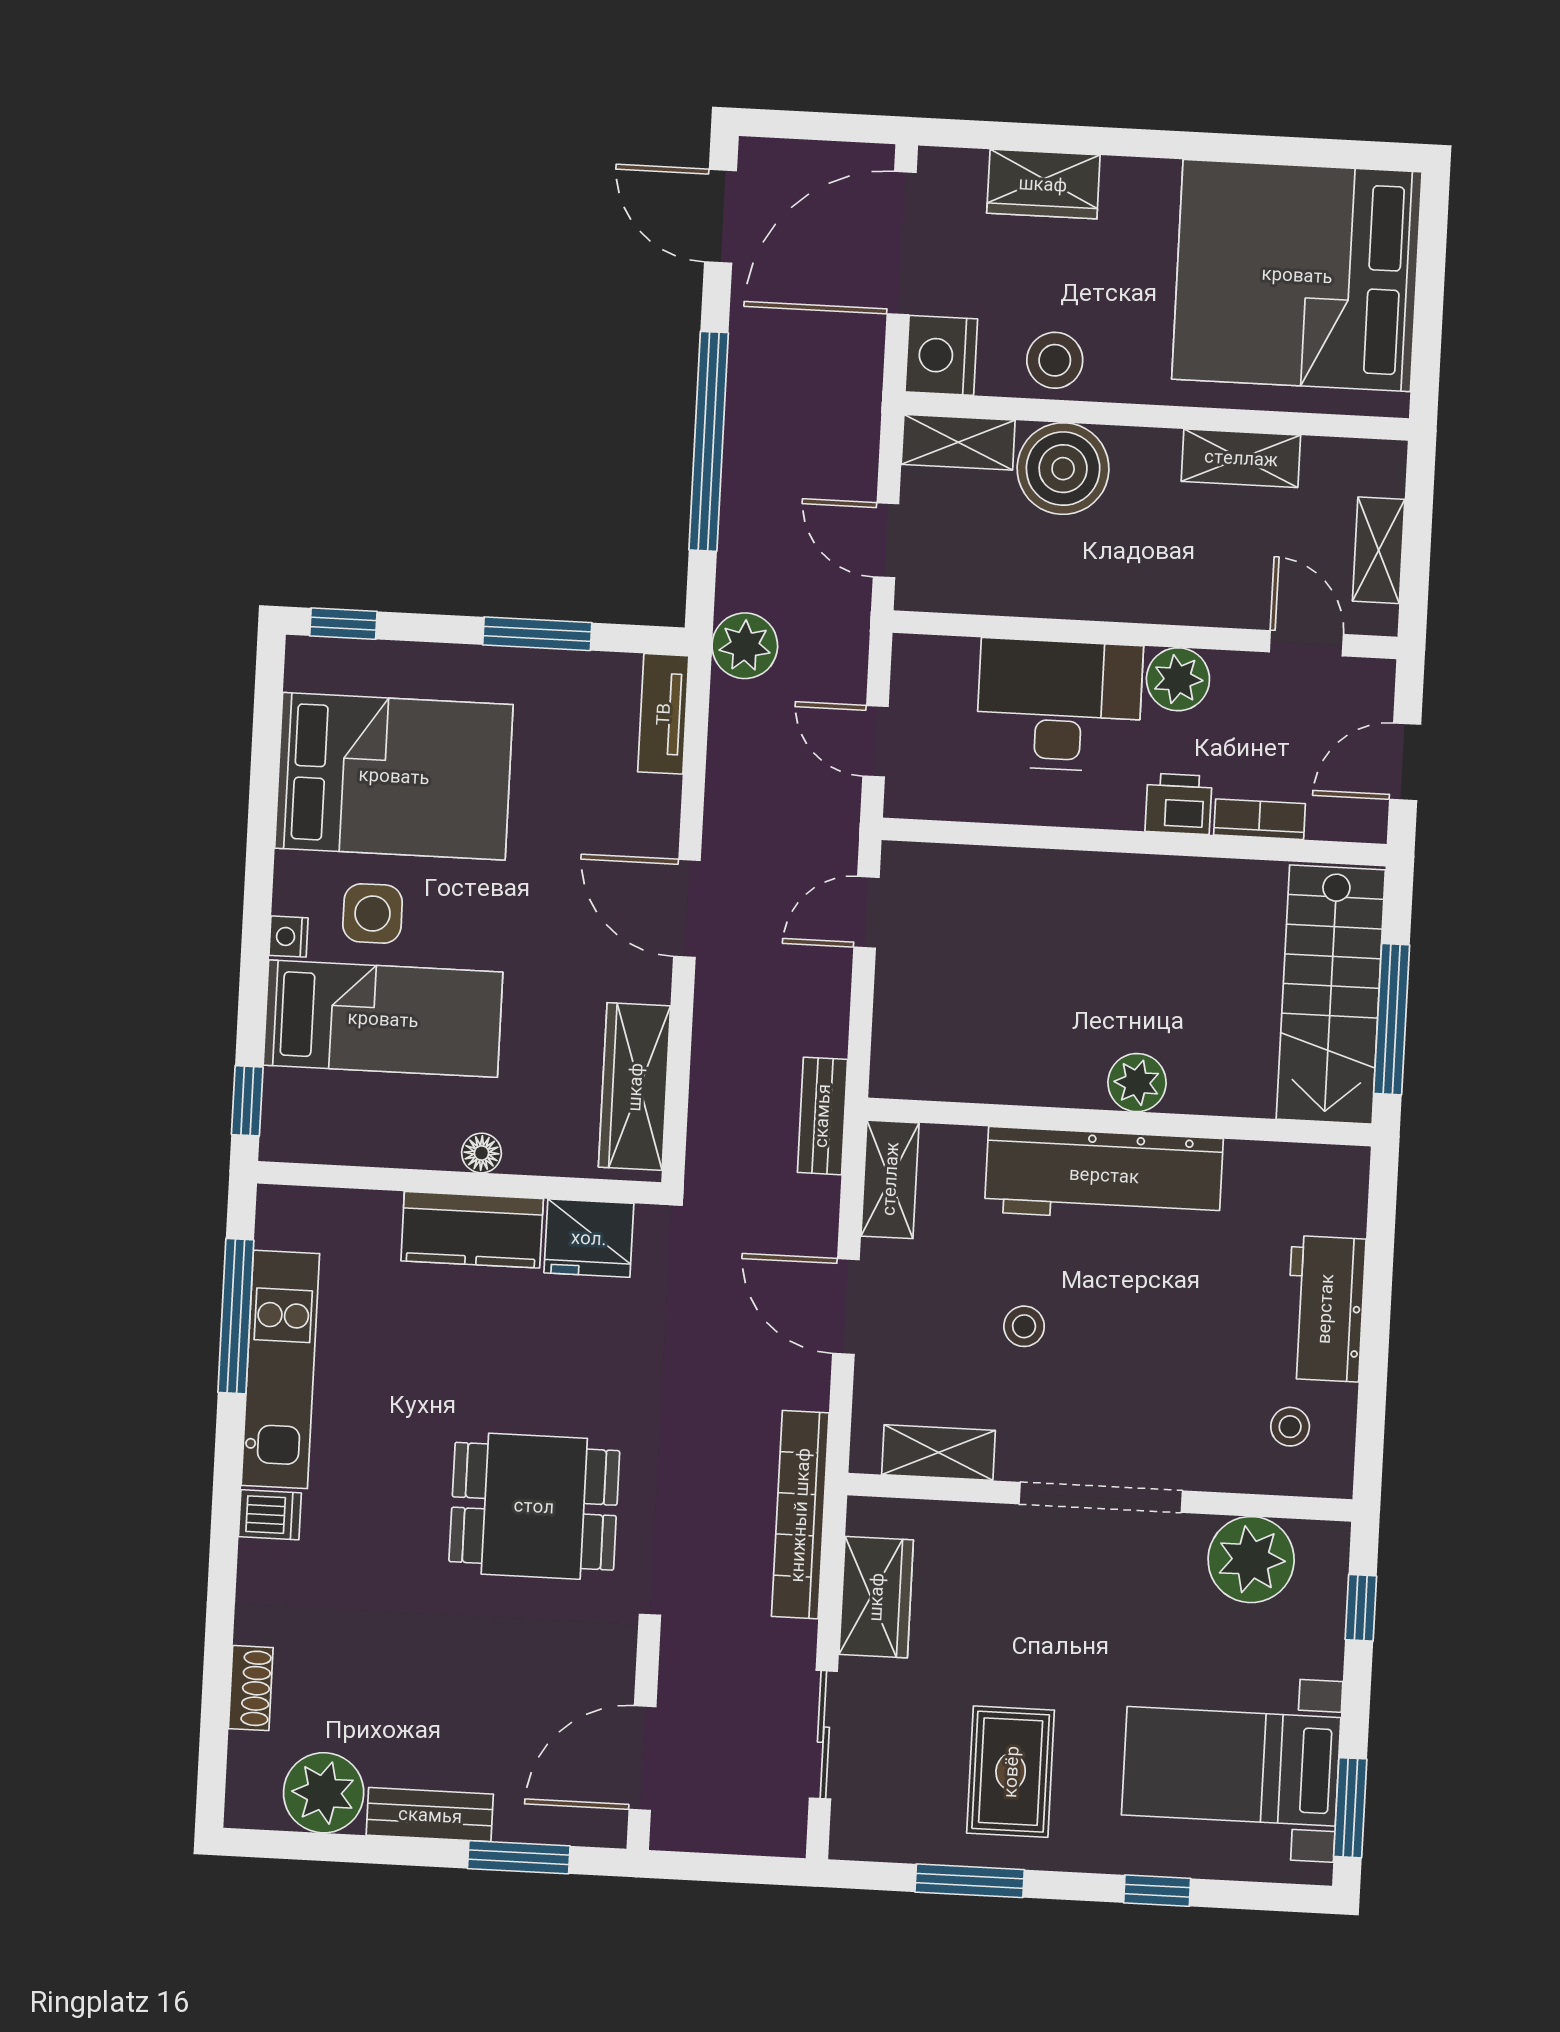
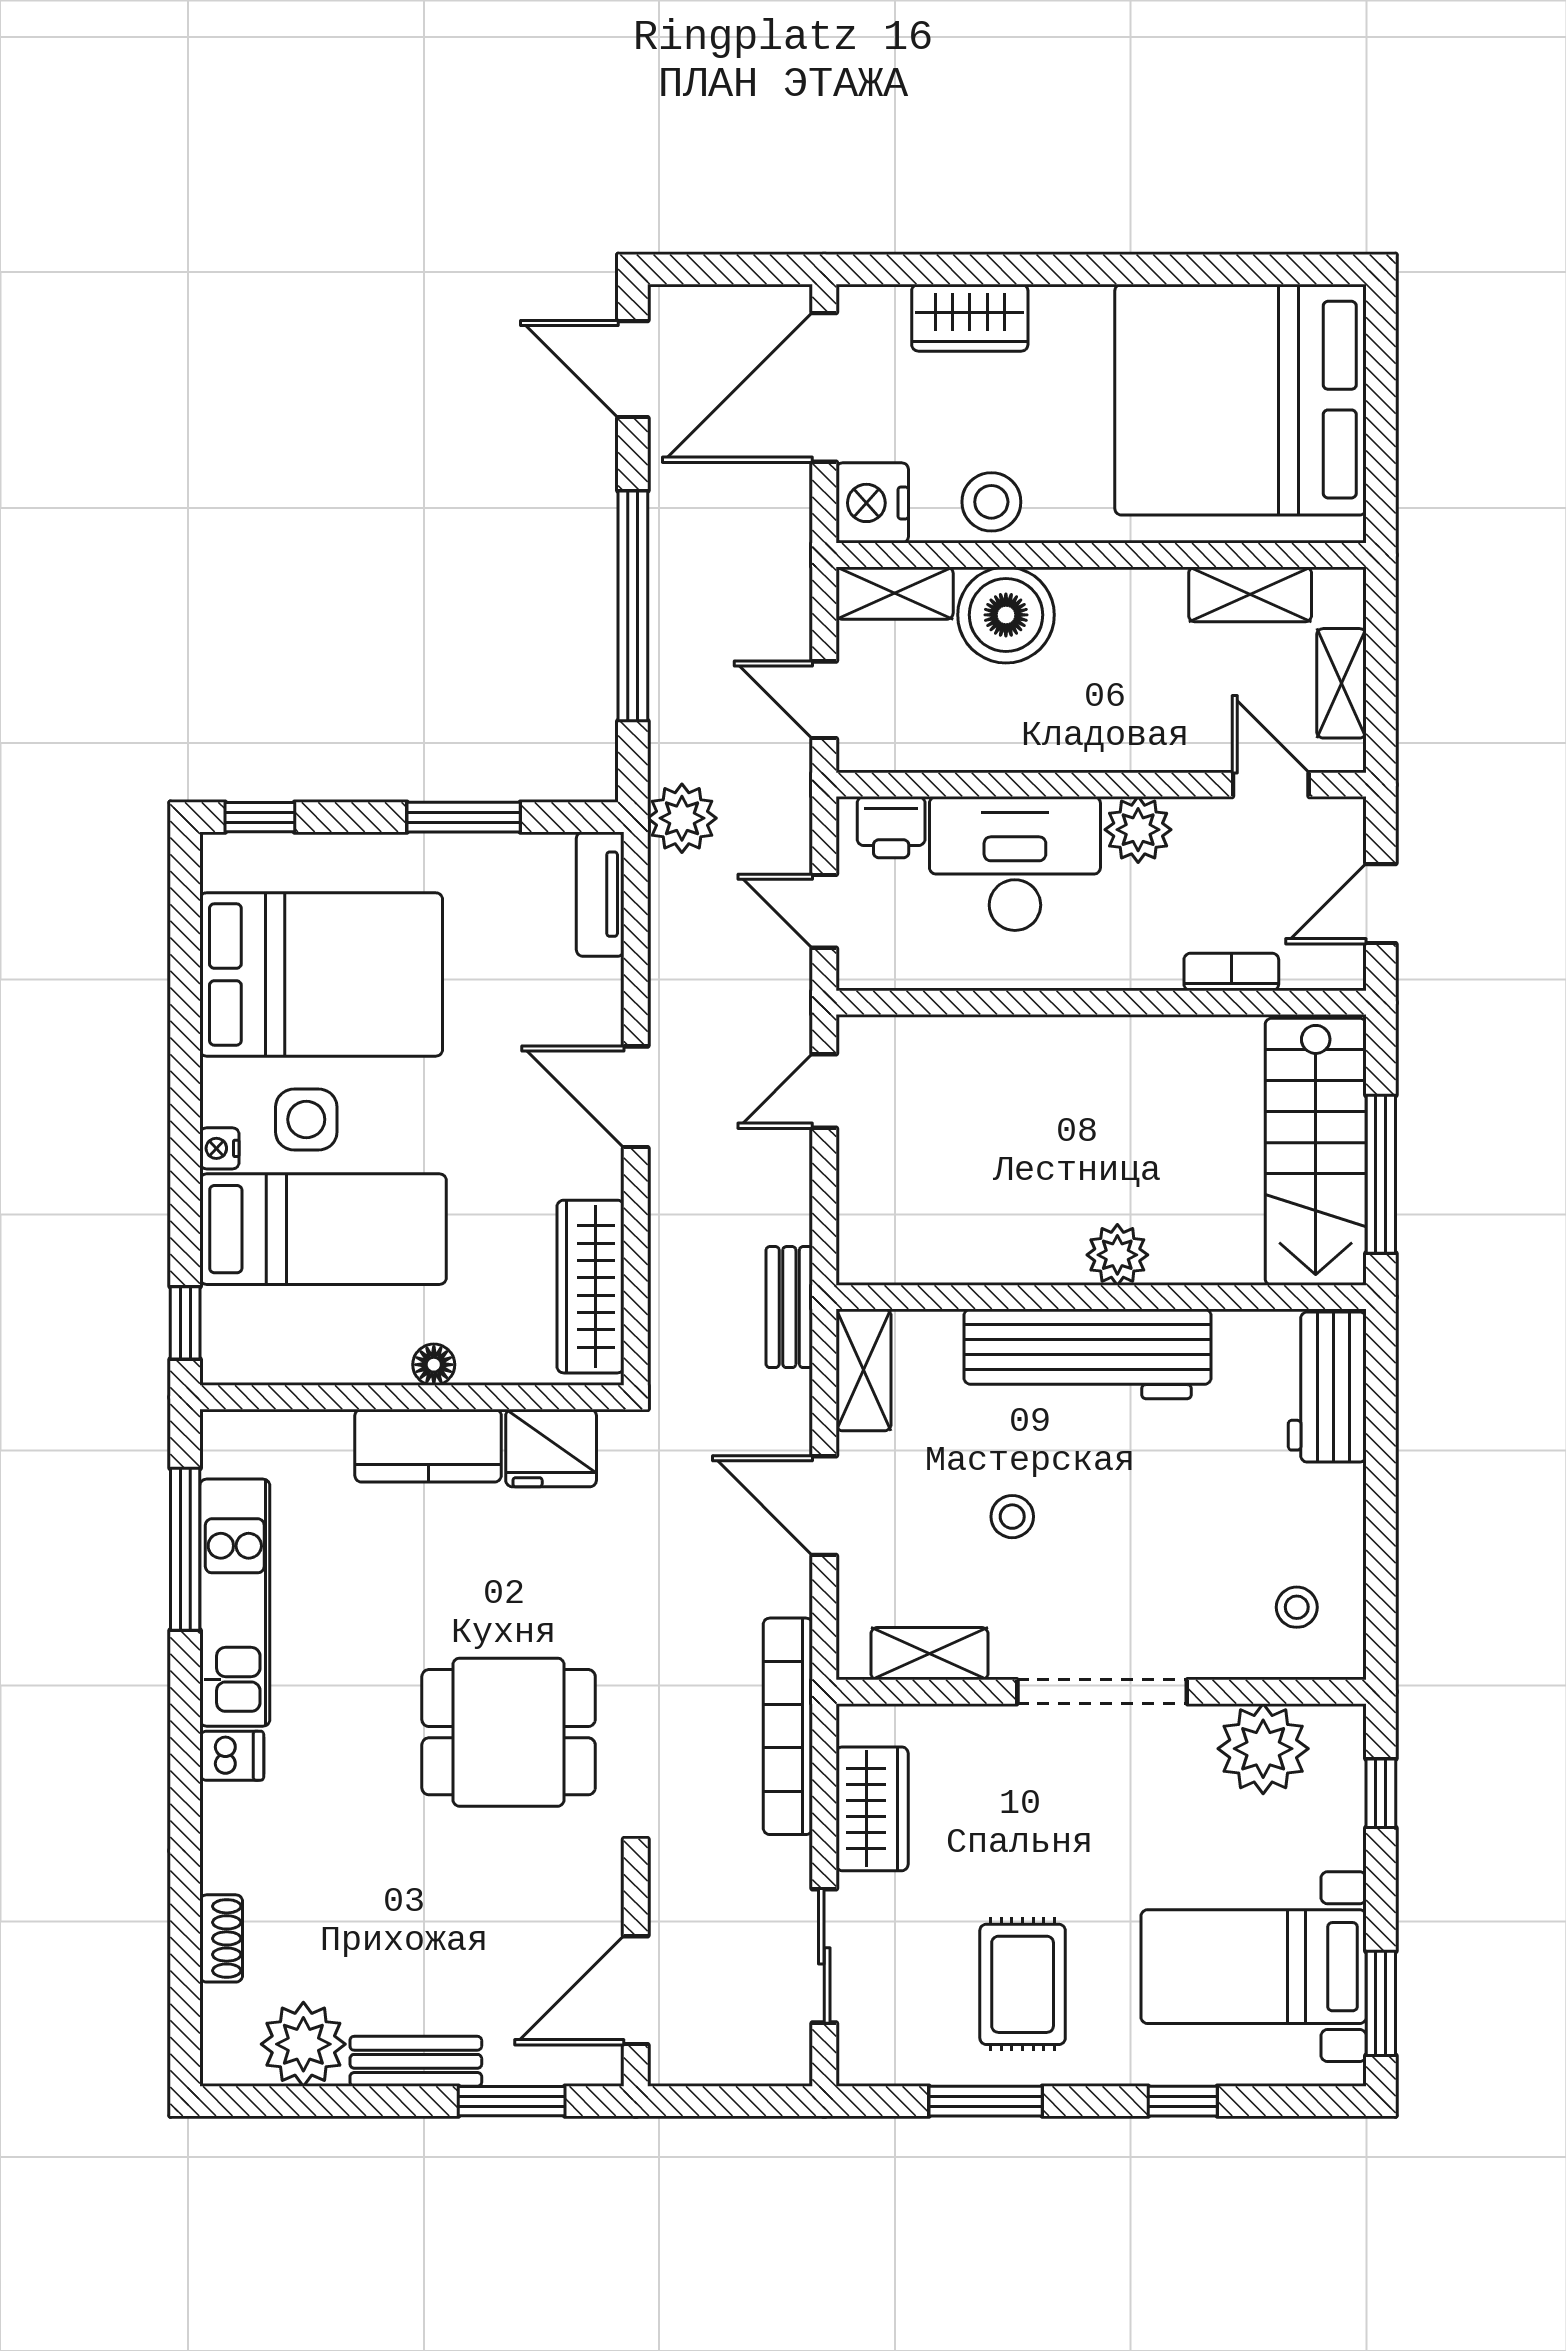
shelving: (1241, 458) -> (1250, 594), moved
printer: (1179, 804) -> (891, 827), moved, turned 180
workbench: (1325, 1309) -> (1327, 1387), moved

